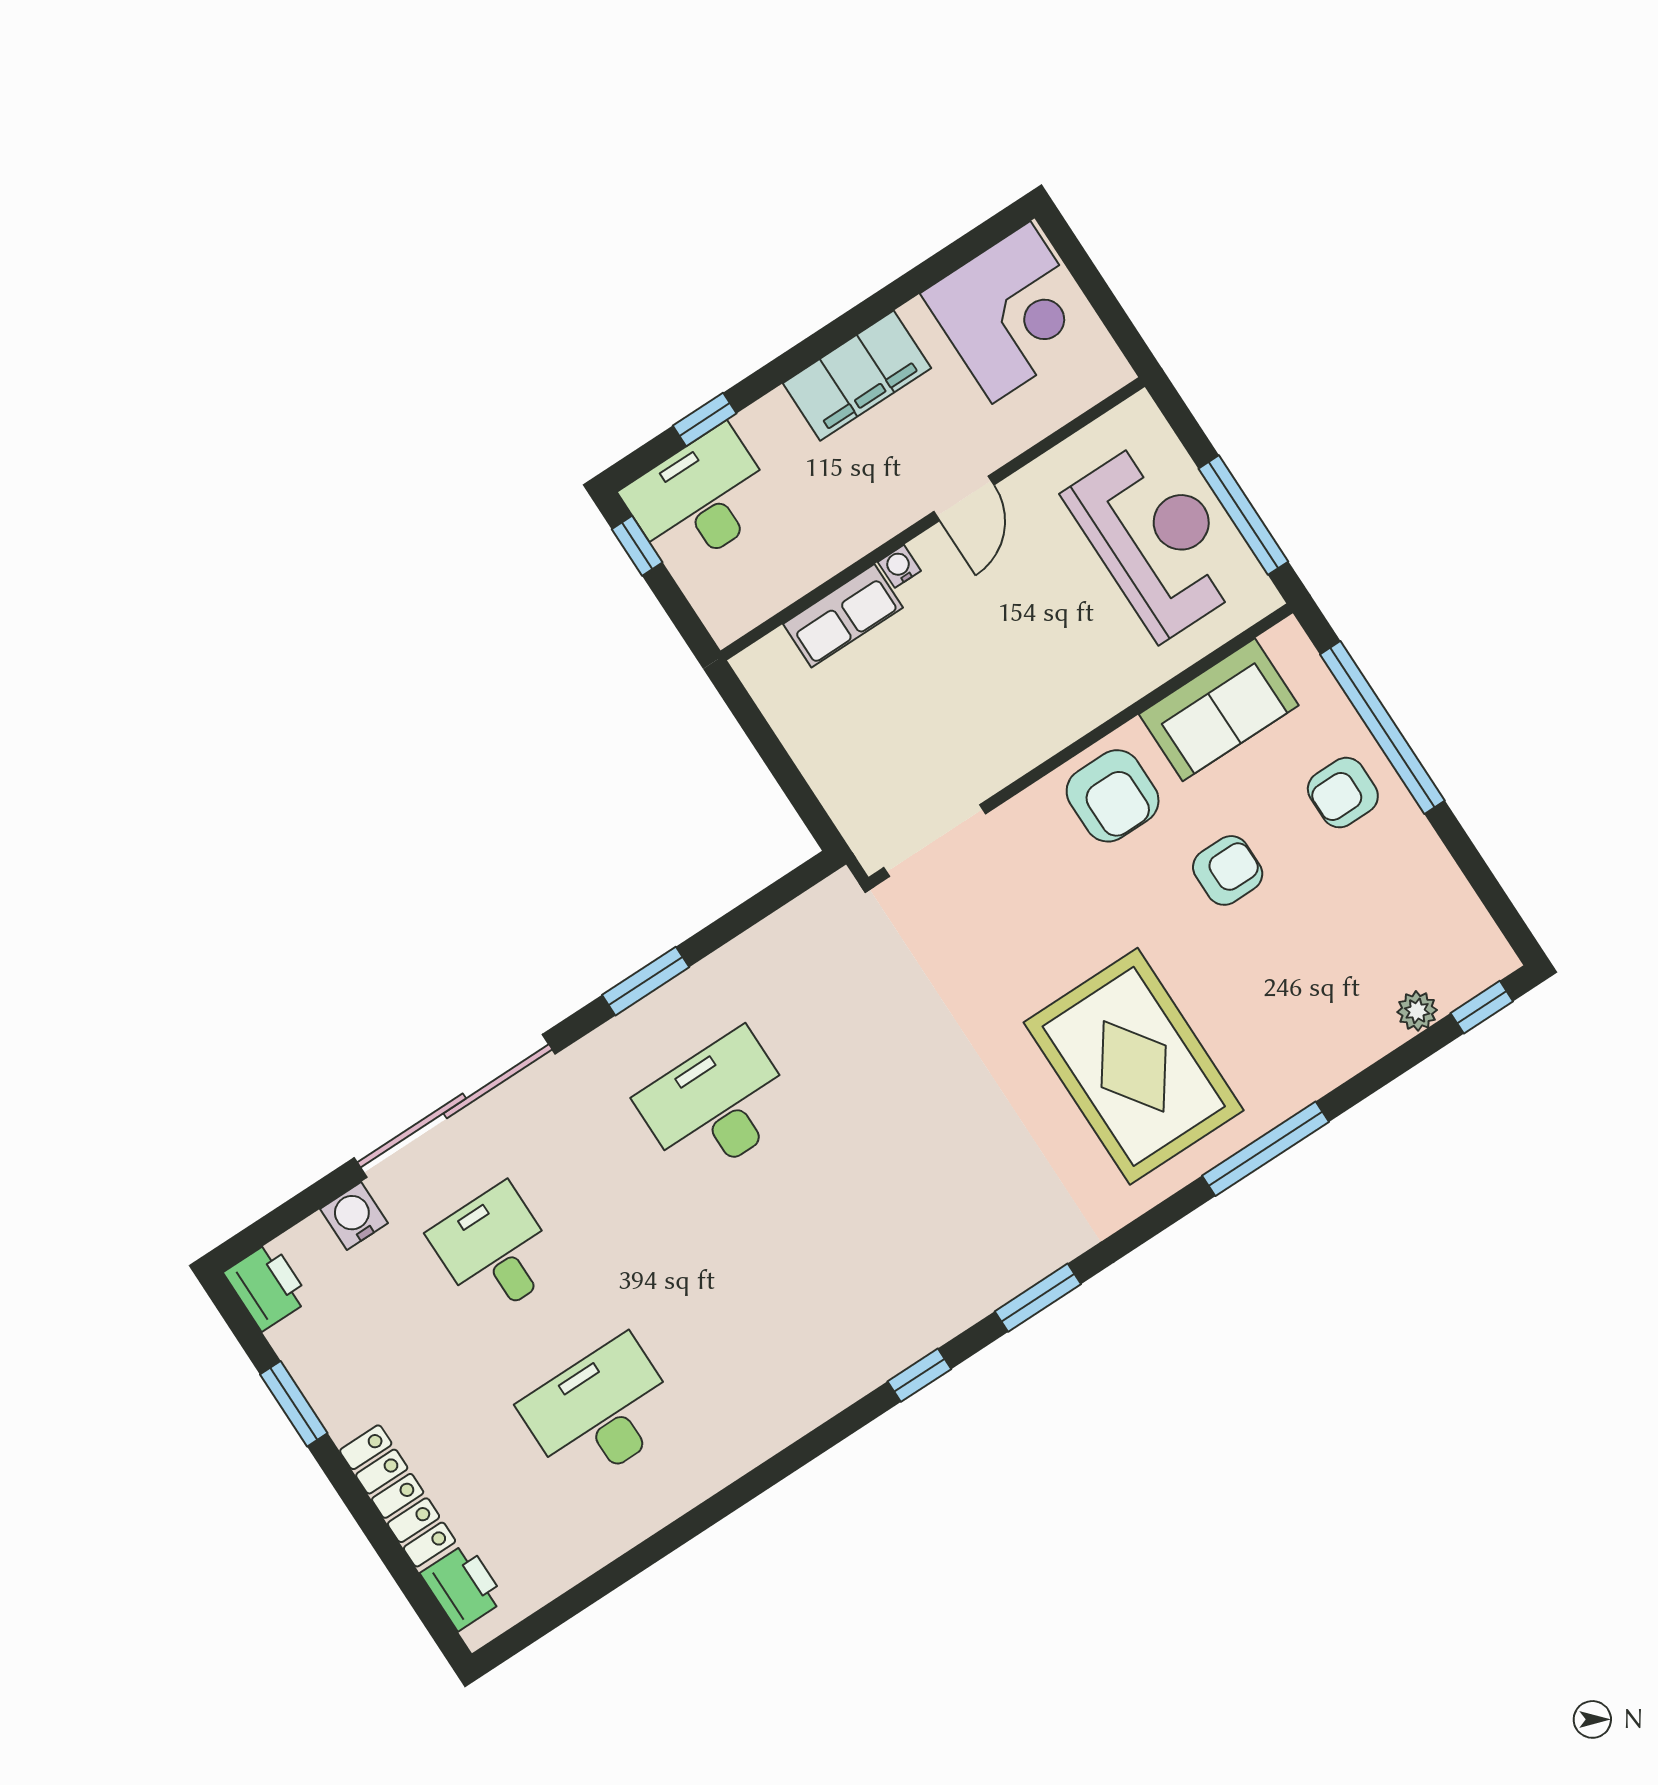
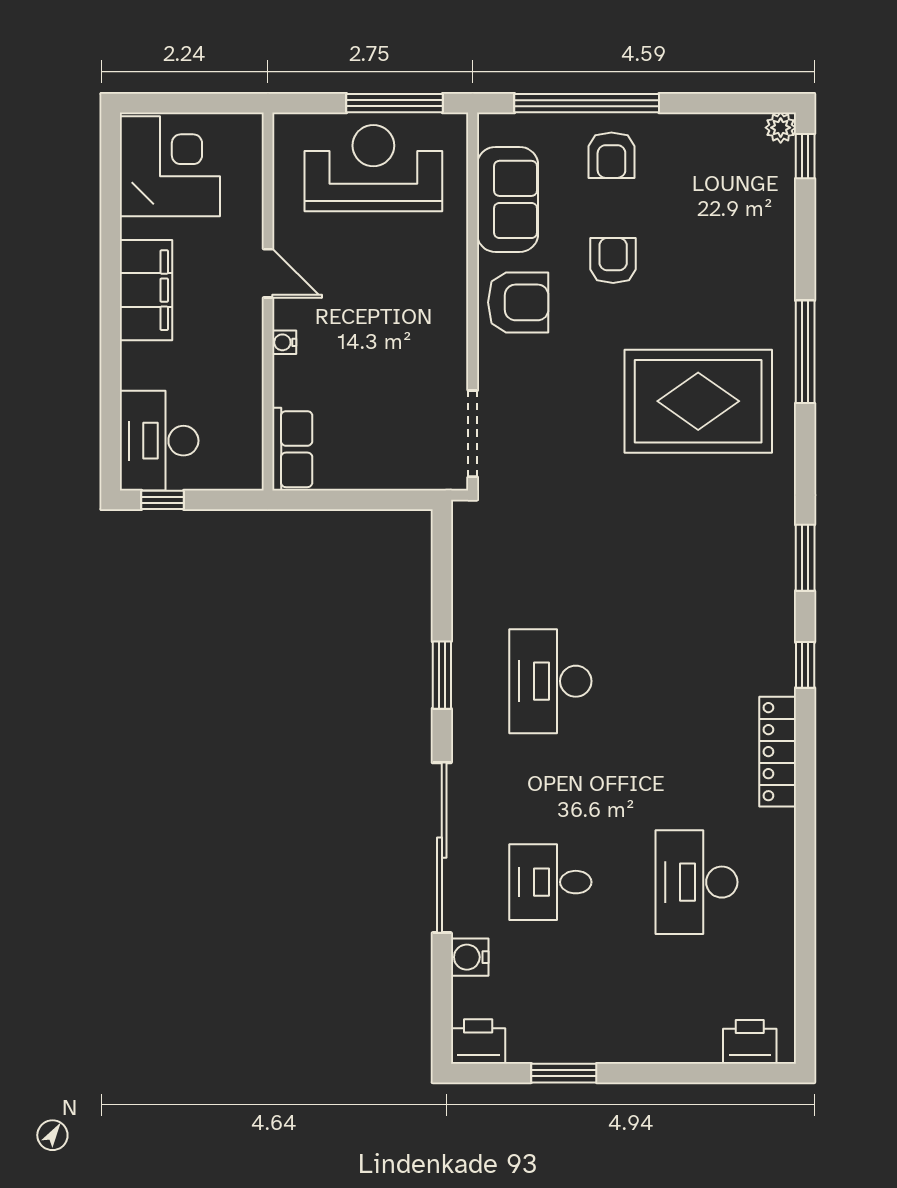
window: (705, 420) -> (111, 405), removed
row of seats: (843, 616) -> (292, 449), moved
plant: (1417, 1011) -> (781, 128), moved
locker: (398, 1496) -> (778, 752), moved, turned -90

